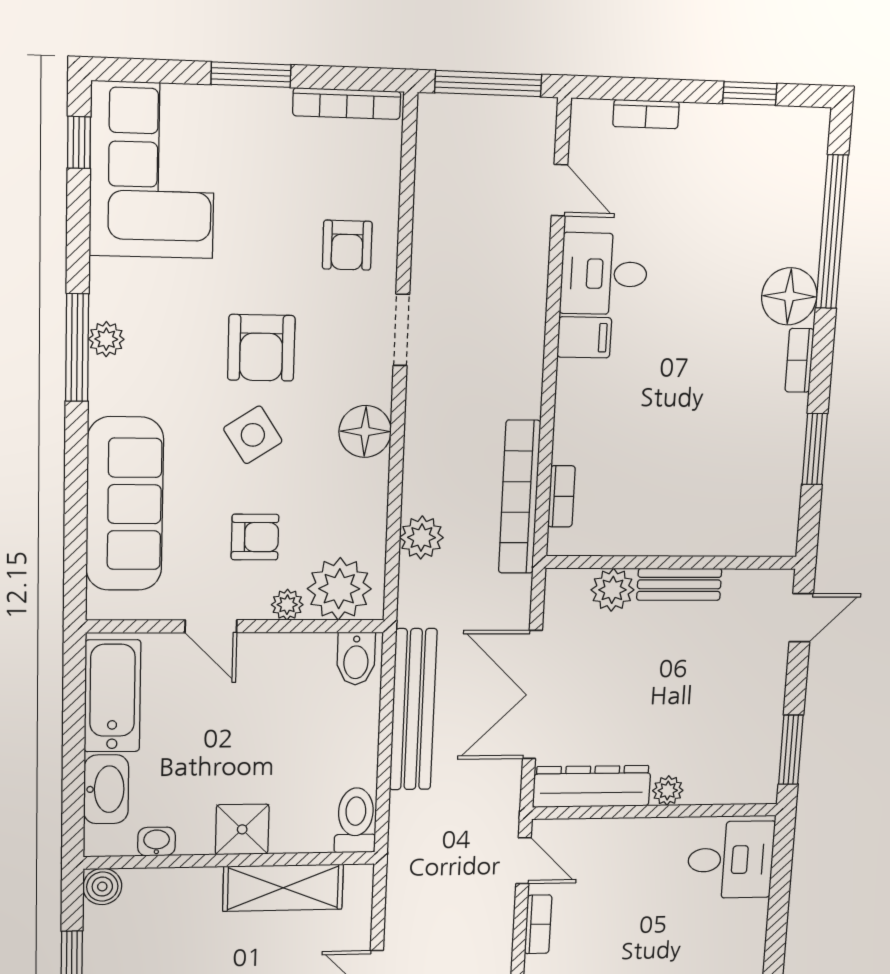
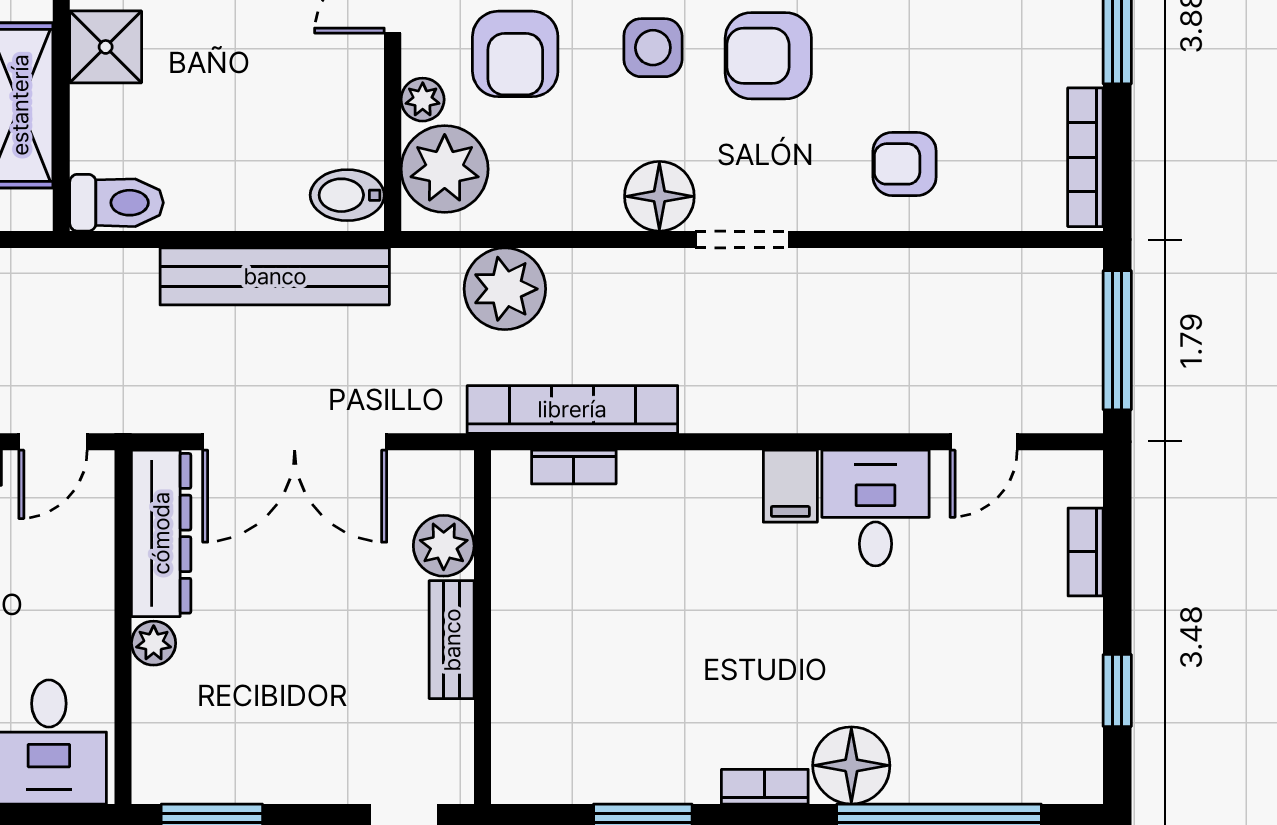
doorway: (401, 330) -> (743, 240), moved
side table: (253, 435) -> (653, 48), turned 33
armchair: (255, 537) -> (515, 54), width x1.38, depth x1.38
plant: (421, 538) -> (505, 289), width x1.36, depth x1.36
double door: (532, 695) -> (295, 442), swing flipped

